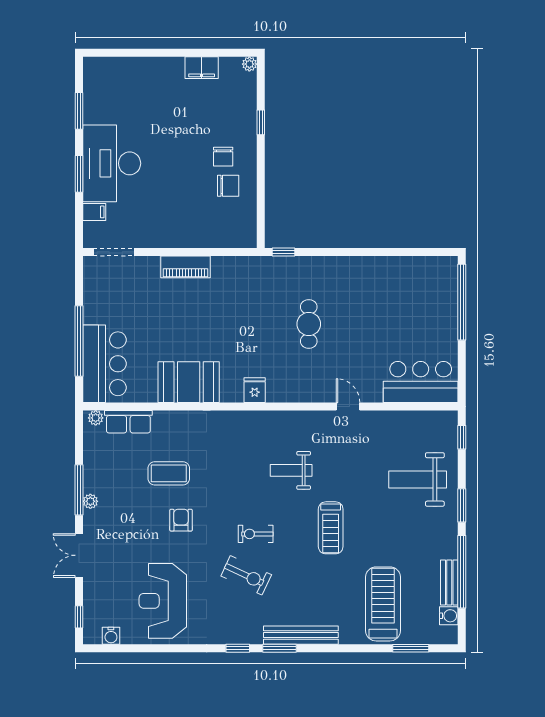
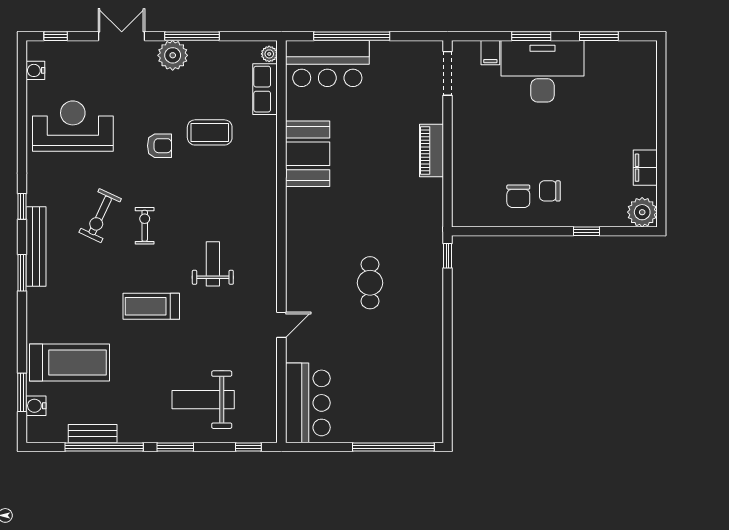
plant: (249, 64) -> (642, 212), width x1.88, depth x1.88
cafe table: (309, 324) -> (370, 283), turned 90
fridge: (255, 390) -> (299, 225), removed
coffee table: (169, 473) -> (210, 132), turned 90
weight bench: (418, 479) -> (203, 400), turned -90
plant: (90, 501) -> (173, 55), width x1.88, depth x1.88
water cooler: (449, 616) -> (36, 406), moved, turned 90
bench: (301, 635) -> (36, 246), moved
window: (280, 648) -> (22, 273), moved

